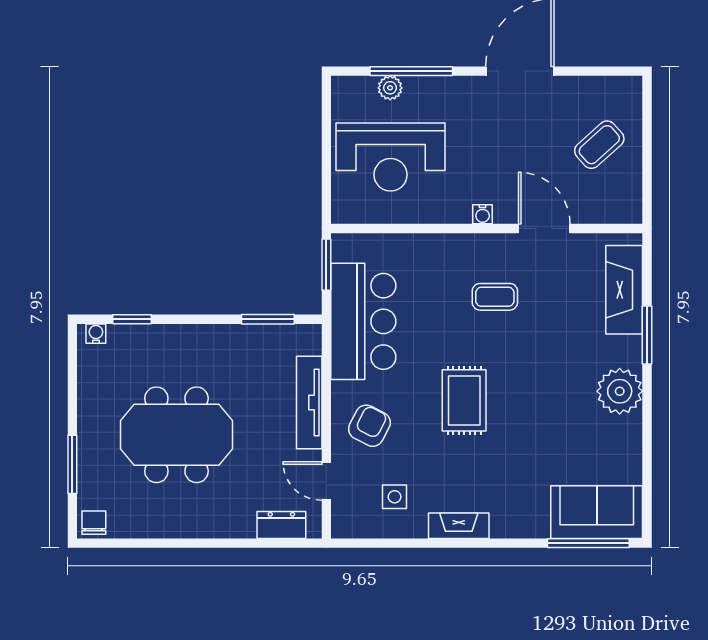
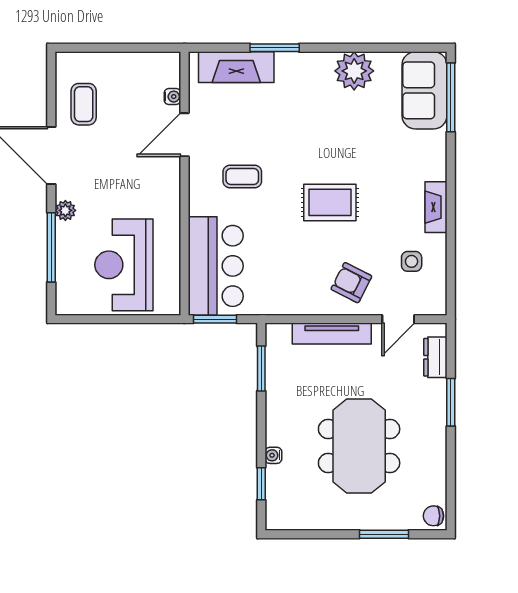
plant: (390, 88) -> (65, 210), moved
coffee table: (599, 145) -> (84, 104), moved, turned 42
reception desk: (391, 157) -> (124, 265), turned 180
water cooler: (483, 214) -> (172, 97), moved
coffee table: (495, 297) -> (242, 177), turned 90
bar counter: (363, 321) -> (216, 266), moved, turned 90
water cooler: (96, 334) -> (273, 455), moved
plant: (620, 391) -> (354, 71), moved
window: (228, 543) -> (451, 402), added

